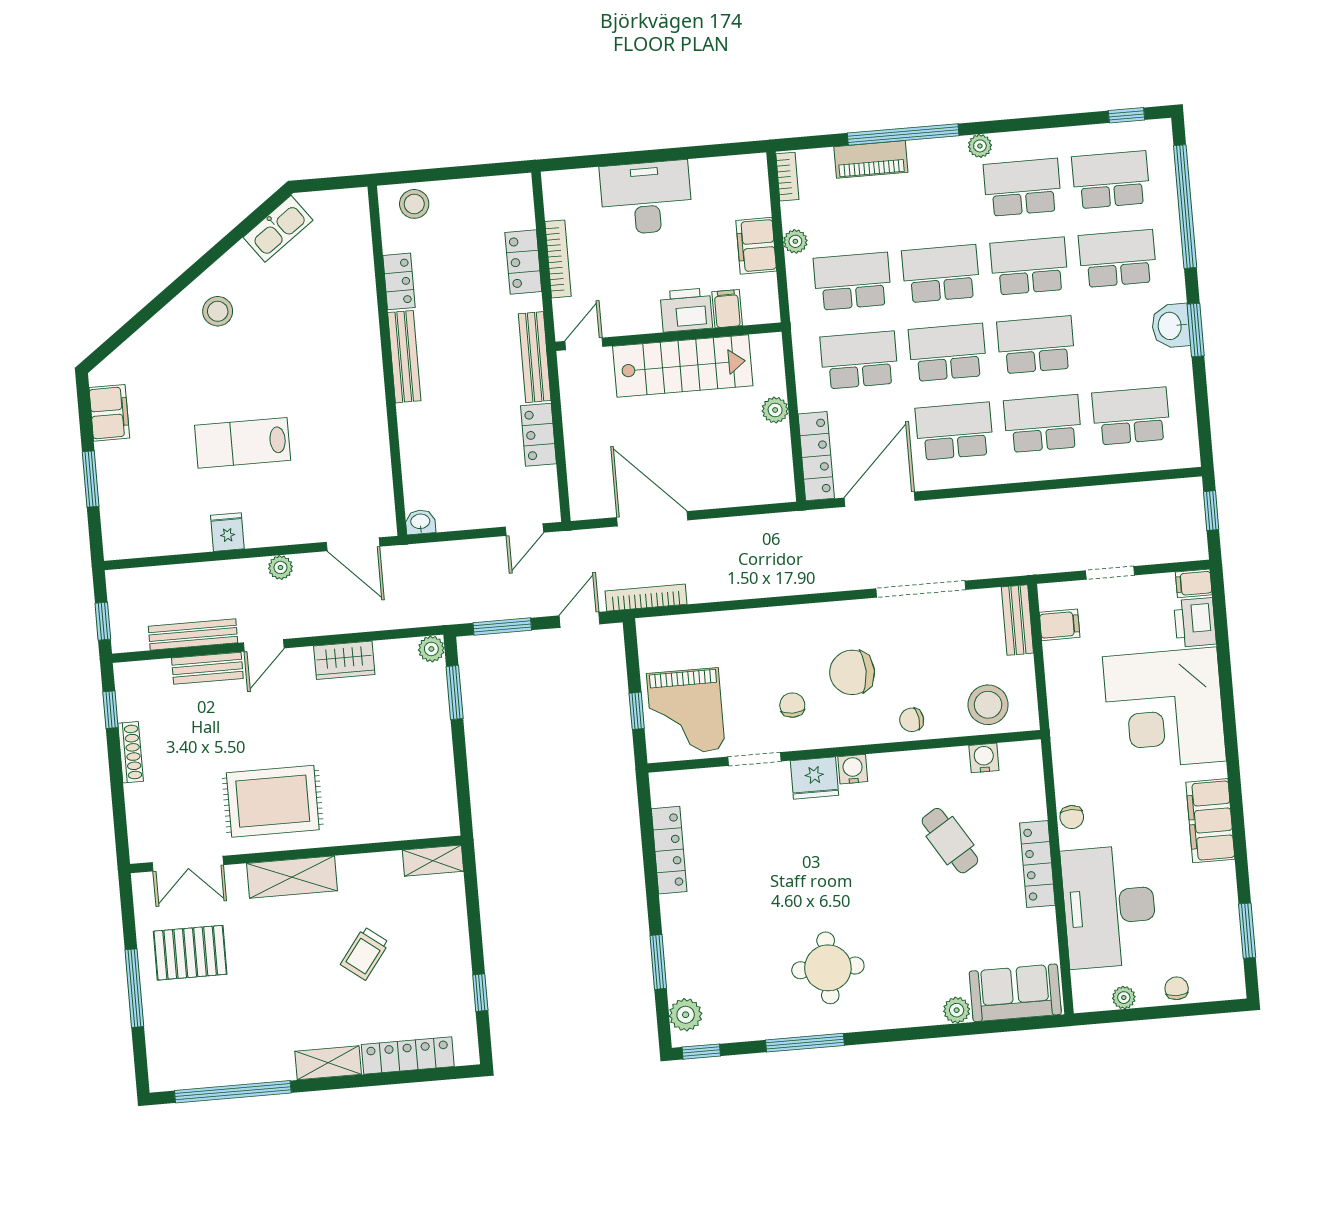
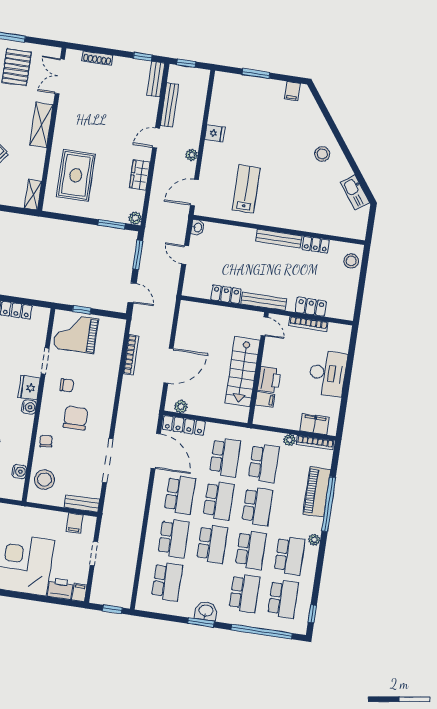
piano: (871, 159) -> (317, 492), width x1.37, depth x1.33
bookcase: (787, 177) -> (315, 443), width x1.56
filing cabinet: (756, 246) -> (315, 424), moved
plant: (775, 410) -> (181, 406), moved
filing cabinet: (109, 413) -> (292, 91), width x0.50
lab bench: (243, 443) -> (246, 189), moved
door: (652, 519) -> (169, 366), moved
door: (524, 530) -> (185, 255), moved
bookcase: (646, 598) -> (131, 355), moved
door: (264, 645) -> (156, 138), hinge flipped
bench: (207, 668) -> (156, 79), moved
shoe rack: (131, 752) -> (97, 58), moved
rug: (273, 801) -> (76, 175), moved

